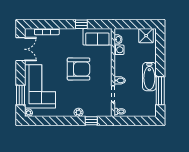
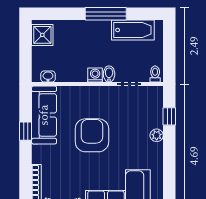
sofa: (97, 37) -> (44, 115), width x1.36
washing machine: (119, 50) -> (95, 75), moved
bathtub: (149, 77) -> (133, 30), moved
window: (160, 91) -> (106, 14), moved

